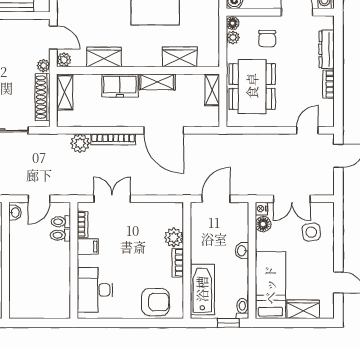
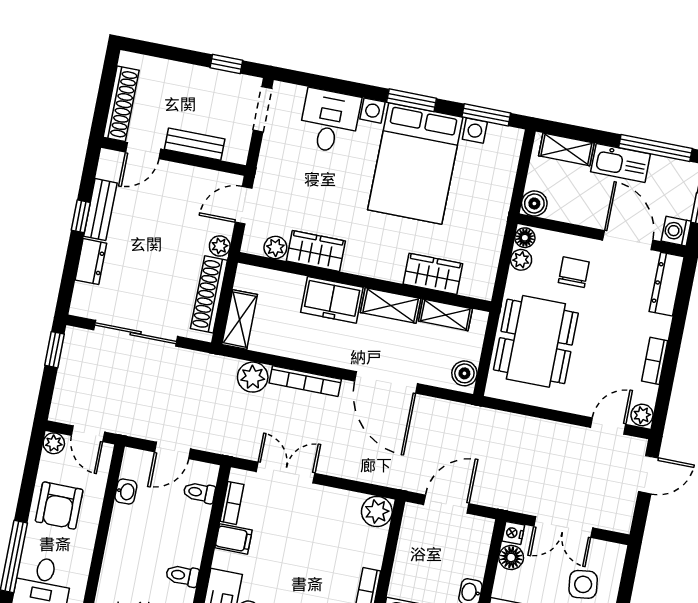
door: (53, 37) -> (244, 205), swing flipped
chair: (267, 39) -> (574, 272), turned 180
dresser: (327, 49) -> (667, 284), moved
plant: (64, 60) -> (275, 248), moved
shelving: (212, 90) -> (445, 315), moved, turned 90
shelving: (65, 92) -> (240, 320), moved
boiler: (211, 115) -> (464, 373), added
plant: (327, 119) -> (642, 415), added
washbasin: (15, 212) -> (126, 492), moved
toilet: (60, 235) -> (182, 576), moved
plant: (174, 237) -> (377, 511), moved

